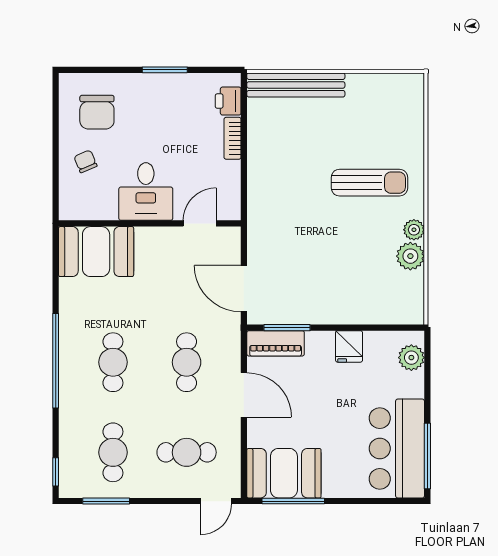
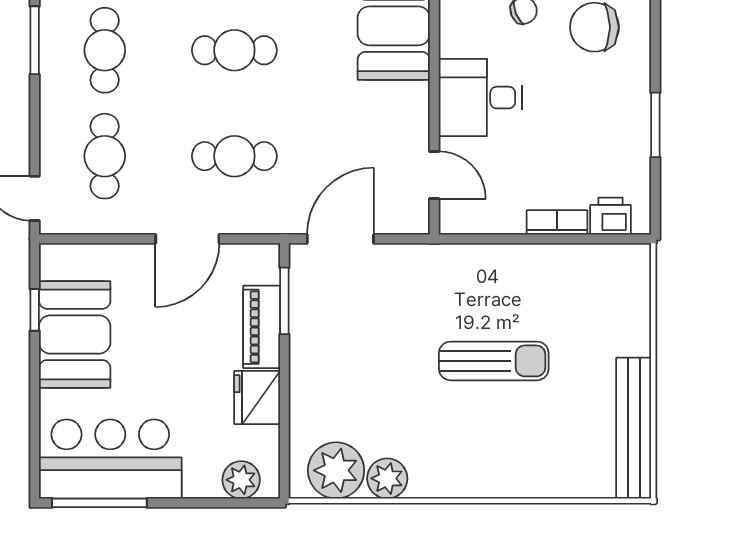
bench: (296, 85) -> (634, 428), moved
sun lounger: (369, 183) -> (494, 361), moved, turned -90
plant: (414, 230) -> (336, 470), moved, width x1.88, depth x1.88
piano: (276, 343) -> (262, 327), moved
fridge: (349, 346) -> (257, 398), width x1.38
cafe table: (113, 452) -> (105, 50), turned 90
booth: (284, 473) -> (75, 334), moved
window: (293, 501) -> (35, 310), width x0.46

